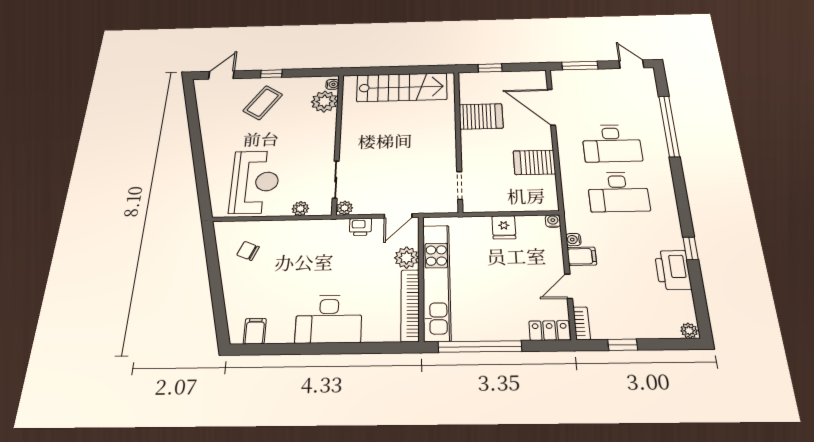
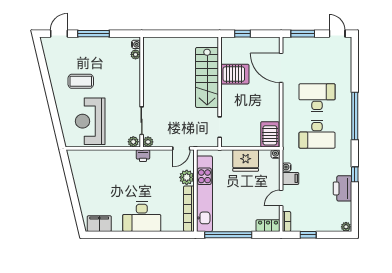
window: (271, 74) -> (94, 34), width x2.17
stairs: (402, 87) -> (207, 78), moved, turned 90
plant: (324, 101) -> (135, 54), width x0.53, depth x0.53
coffee table: (263, 103) -> (81, 81), moved, turned 56
window: (669, 126) -> (355, 116), moved
desk: (612, 143) -> (317, 98), turned 180
server rack: (534, 162) -> (270, 134), moved, turned 90
reception desk: (255, 182) -> (90, 121), turned 180
plant: (300, 209) -> (133, 142), moved
printer: (360, 227) -> (143, 156), moved
fridge: (504, 227) -> (246, 160), width x1.88, depth x1.34
chair: (248, 251) -> (90, 171), removed
filing cabinet: (255, 331) -> (99, 224), width x2.00

